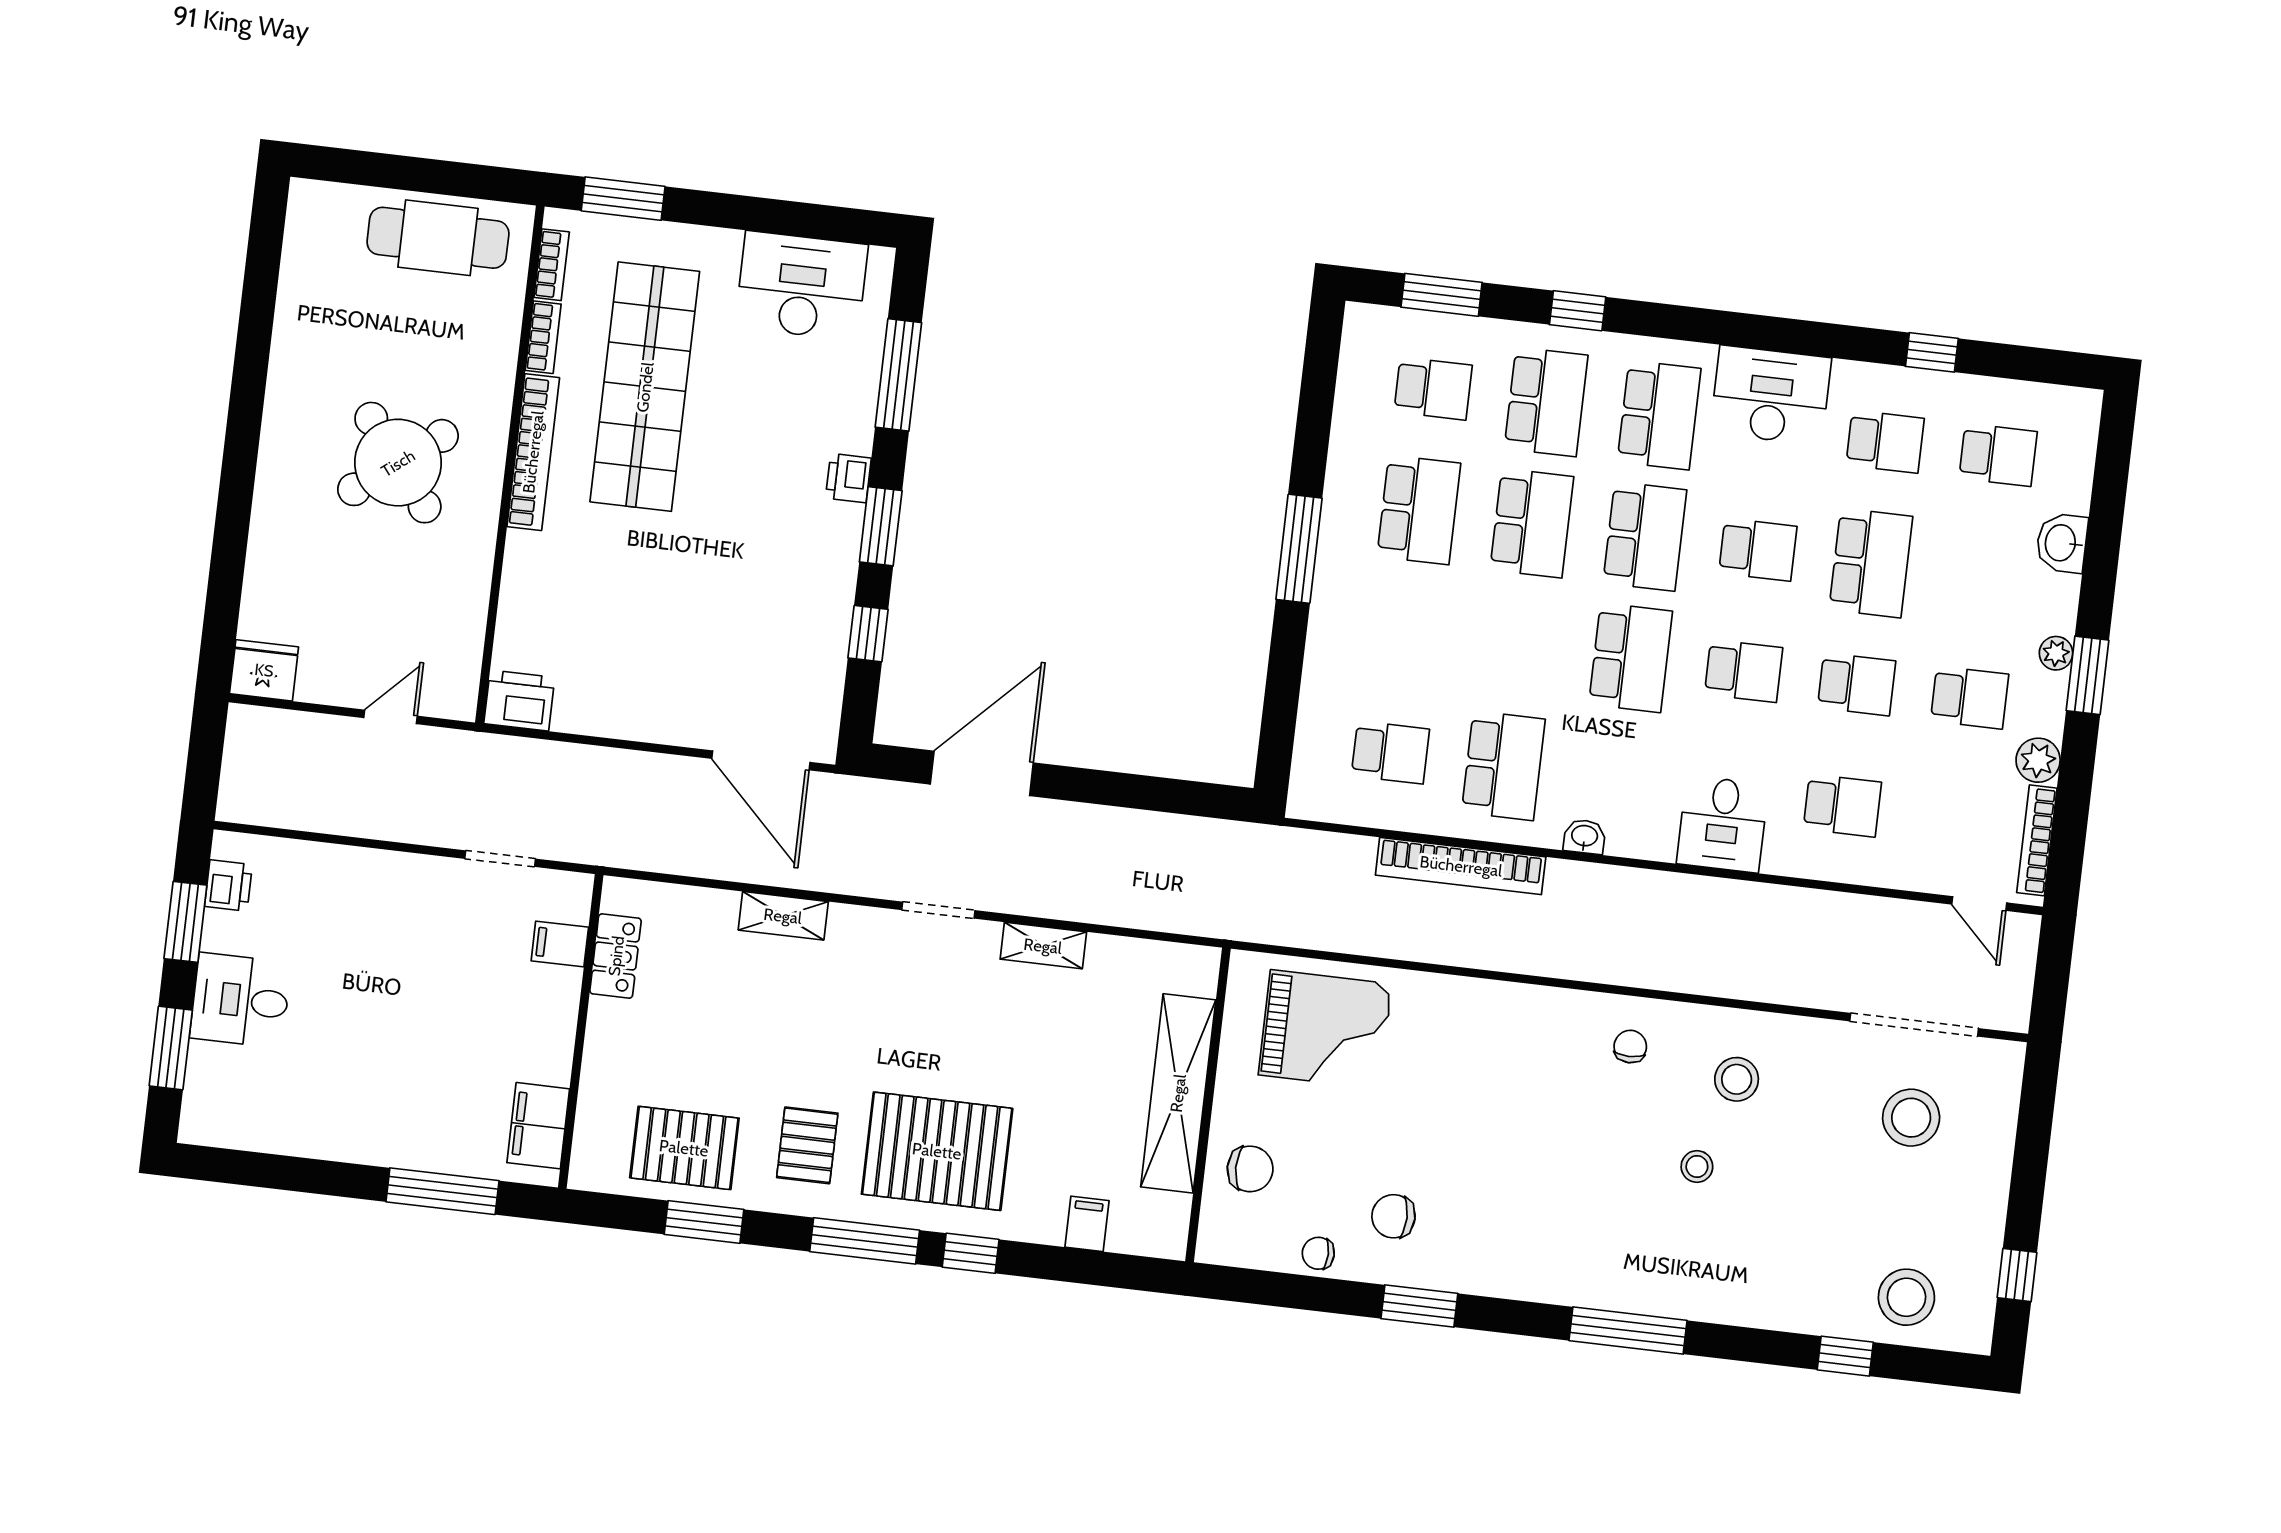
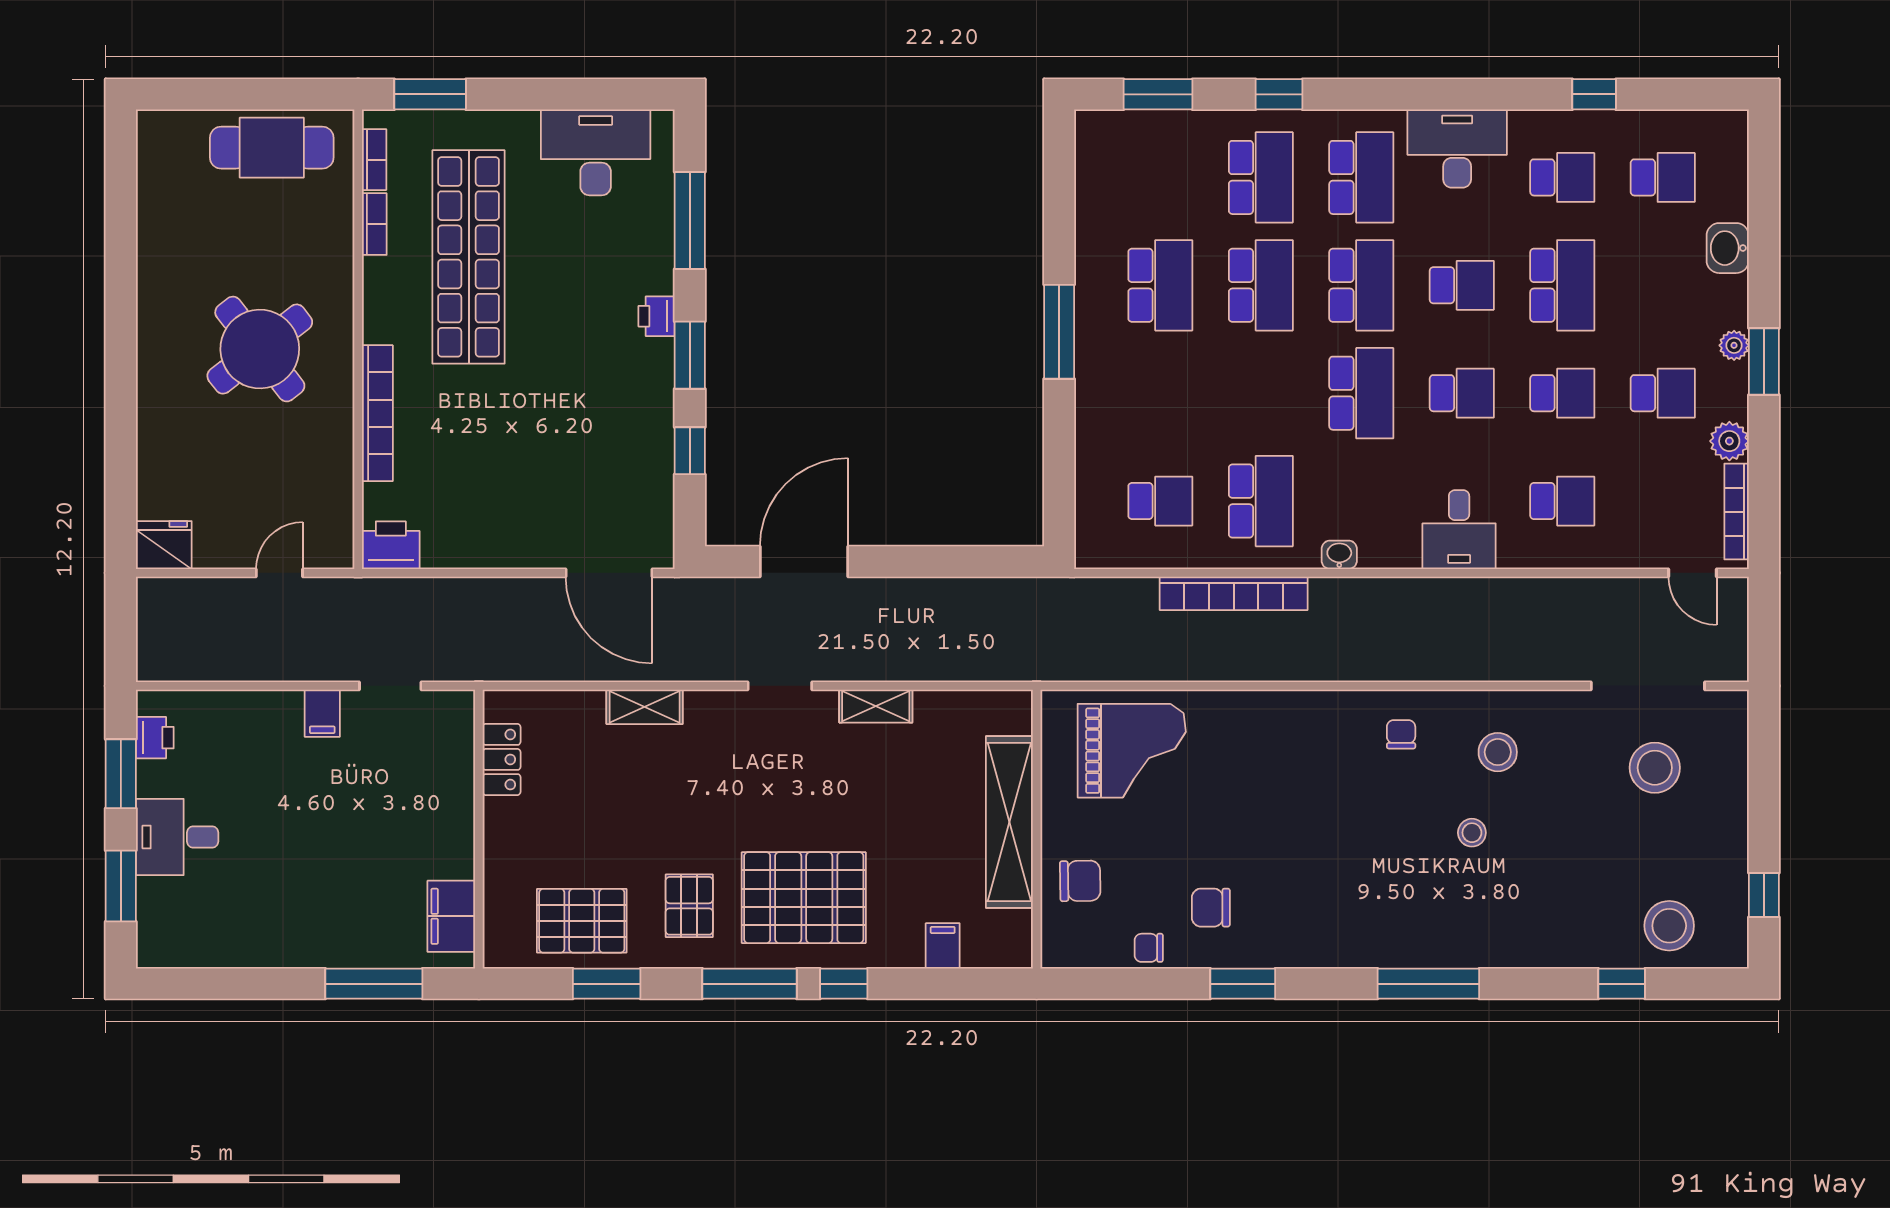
school desk: (1433, 389) -> (1160, 177), removed
bookcase: (533, 452) -> (377, 413), moved
filing cabinet: (560, 944) -> (322, 713), moved, turned -90

